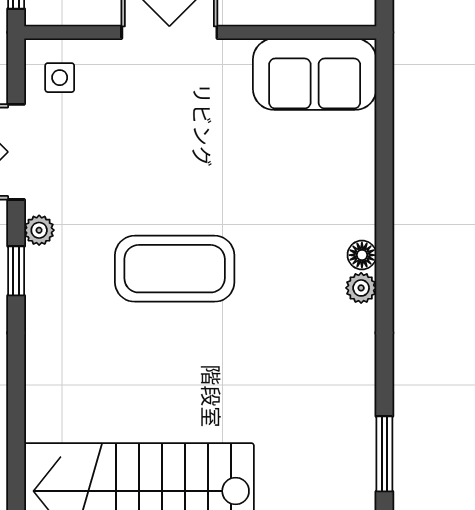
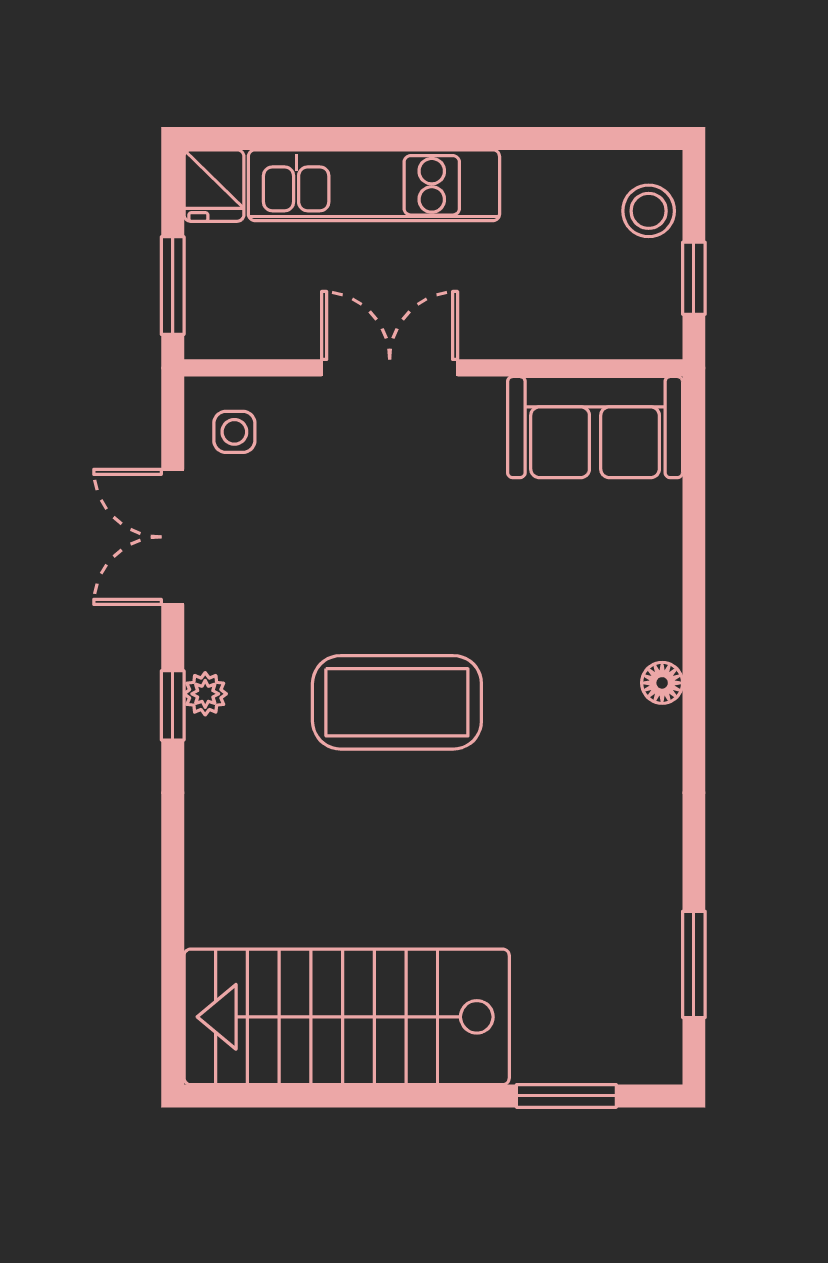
plant: (39, 230) -> (205, 694), moved
plant: (361, 288) -> (661, 730), removed

